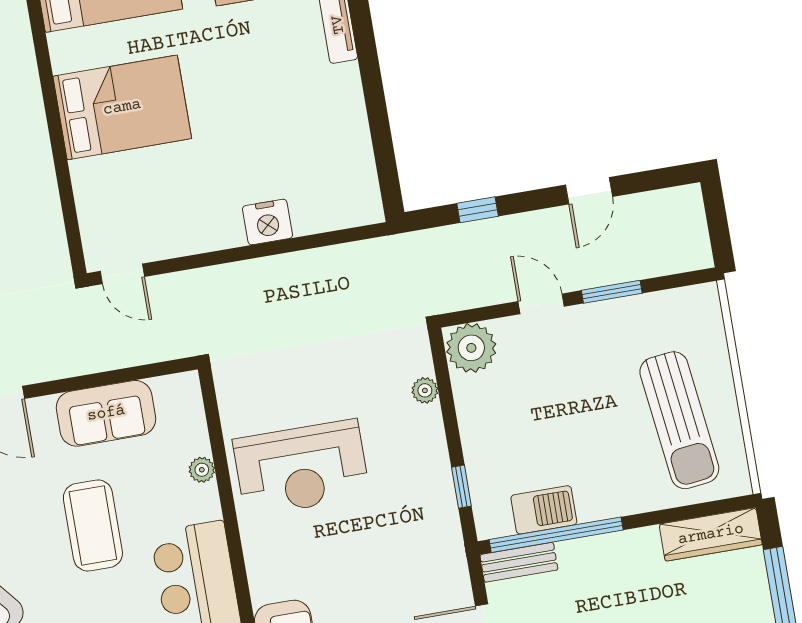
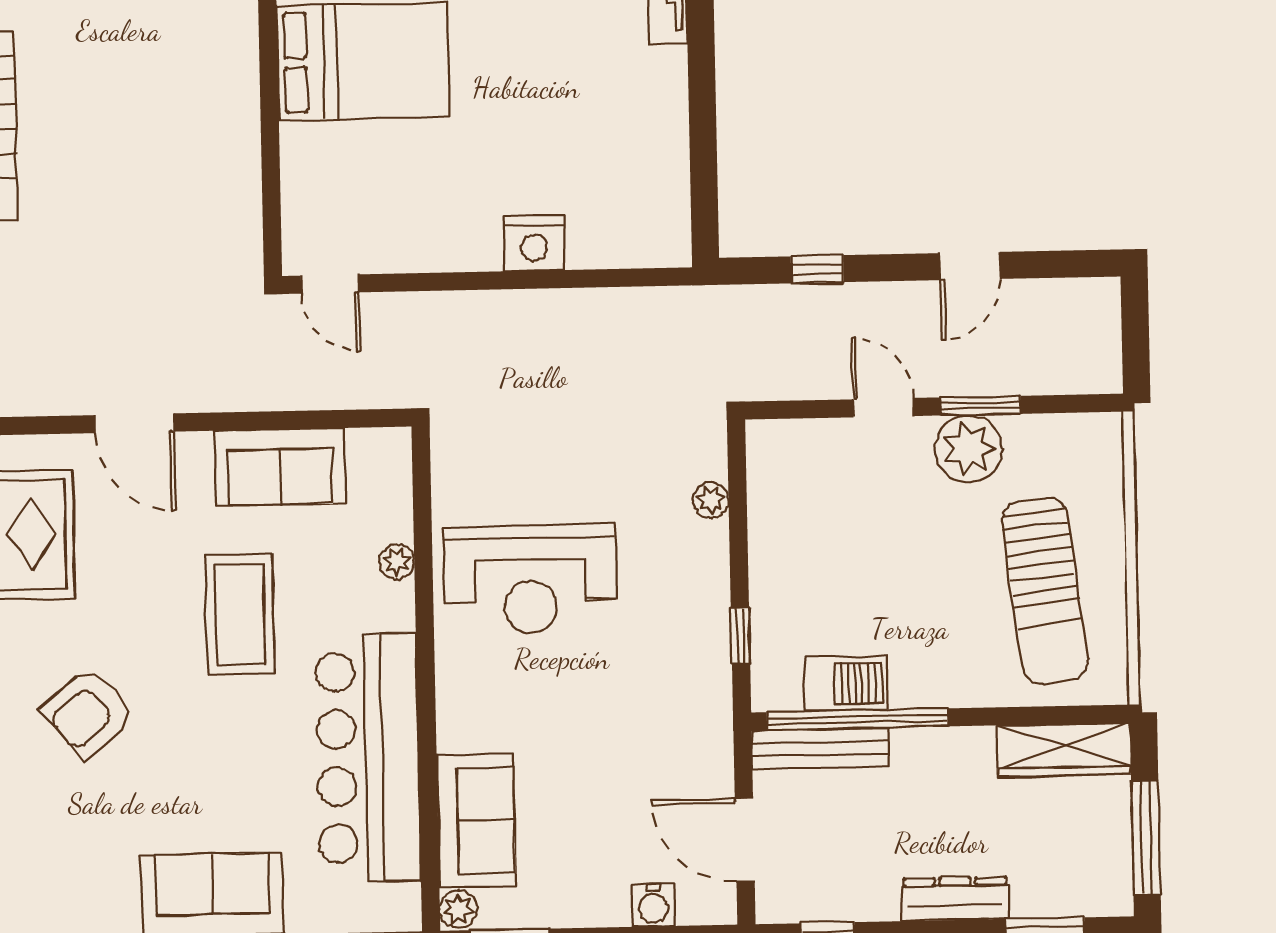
plant: (471, 348) -> (969, 449), moved
bench: (519, 562) -> (821, 748), width x1.36

